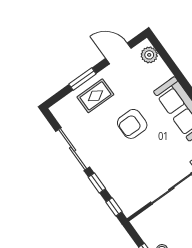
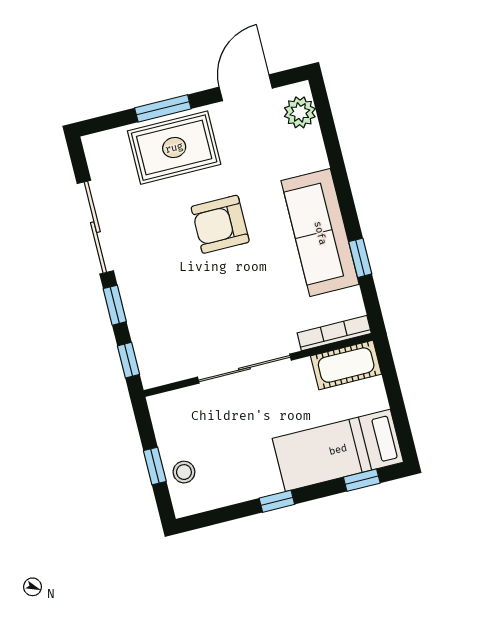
door: (118, 53) -> (246, 88), hinge flipped
rug: (95, 96) -> (174, 148), width x1.36, depth x1.43

